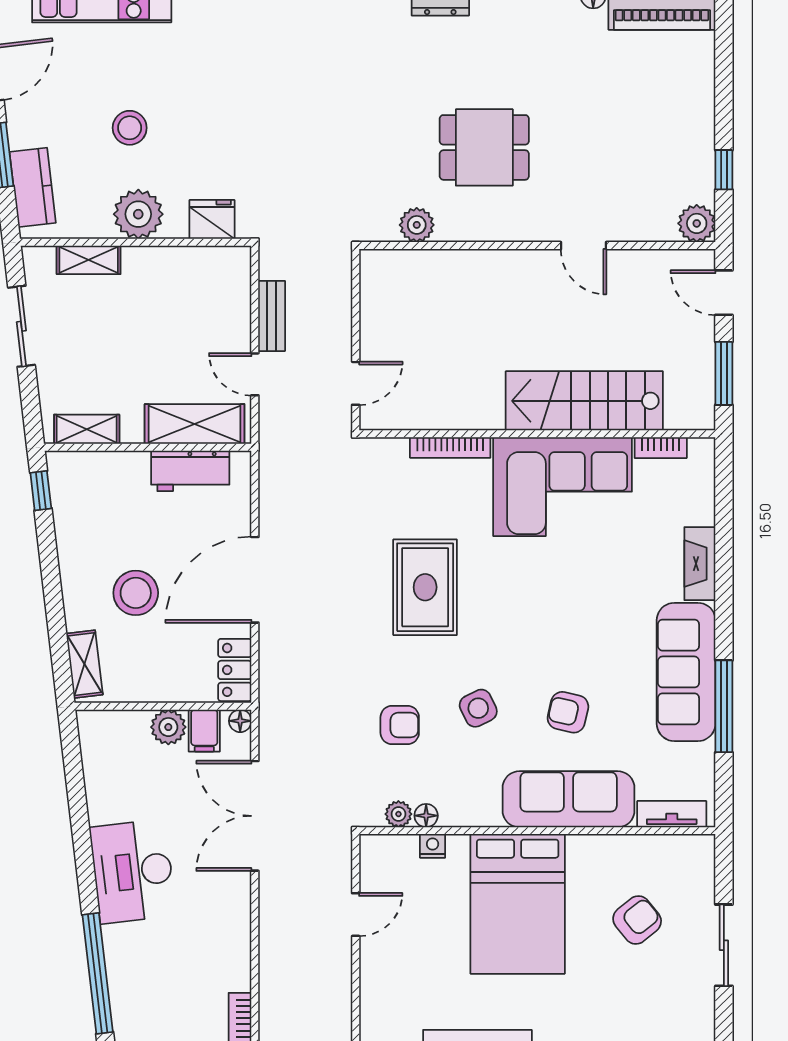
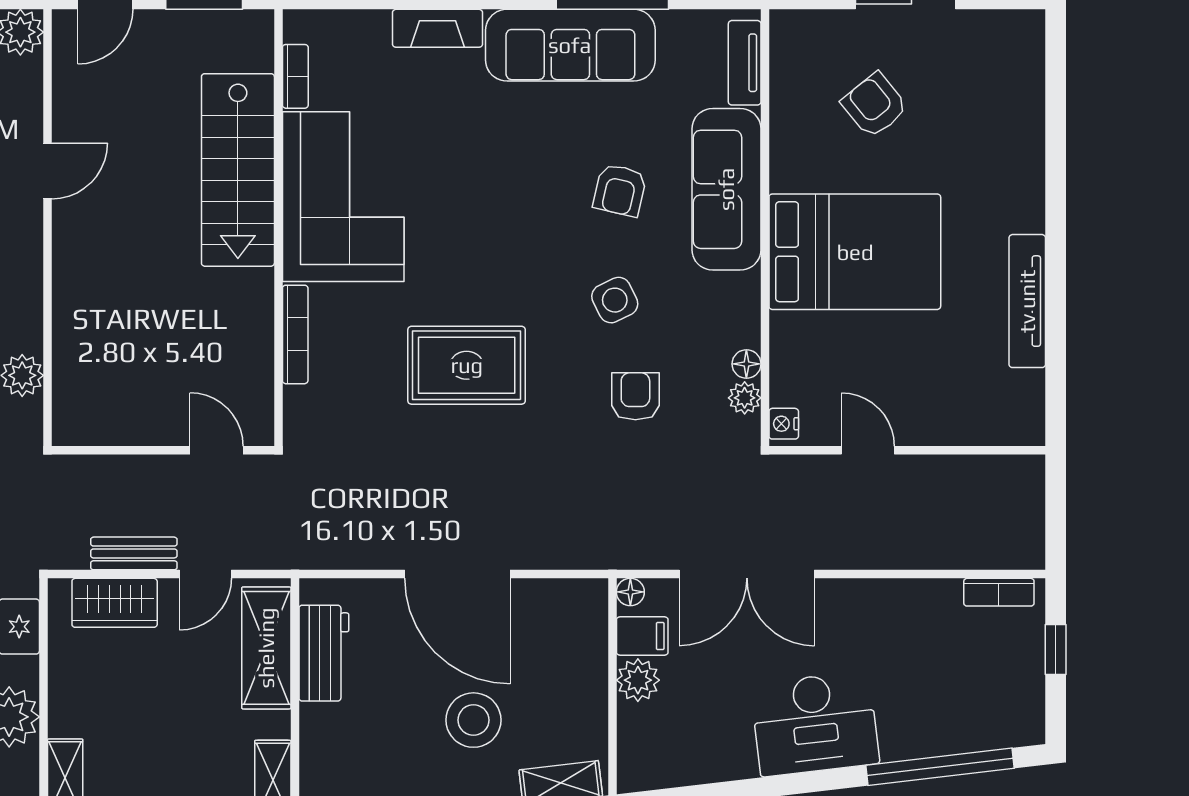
wardrobe: (231, 300) -> (115, 603), added
locker: (235, 670) -> (568, 599), removed
nightstand: (433, 846) -> (784, 424), moved

